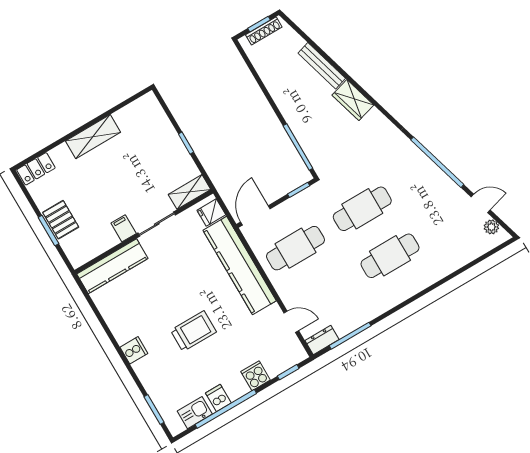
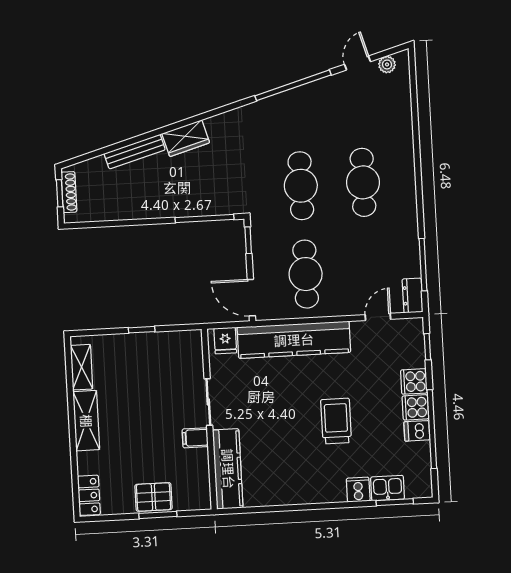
shelving: (190, 192) -> (82, 367), moved
cooker: (134, 350) -> (358, 490), moved
cooker: (236, 387) -> (415, 407), added
kitchen sink: (195, 413) -> (388, 488), moved, turned 90

